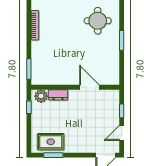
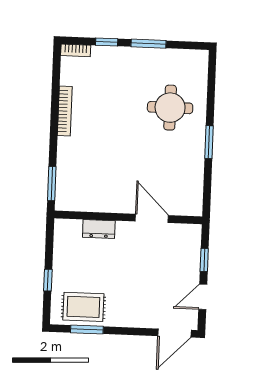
plant: (41, 96) -> (70, 230), removed
window: (29, 107) -> (48, 280), moved

